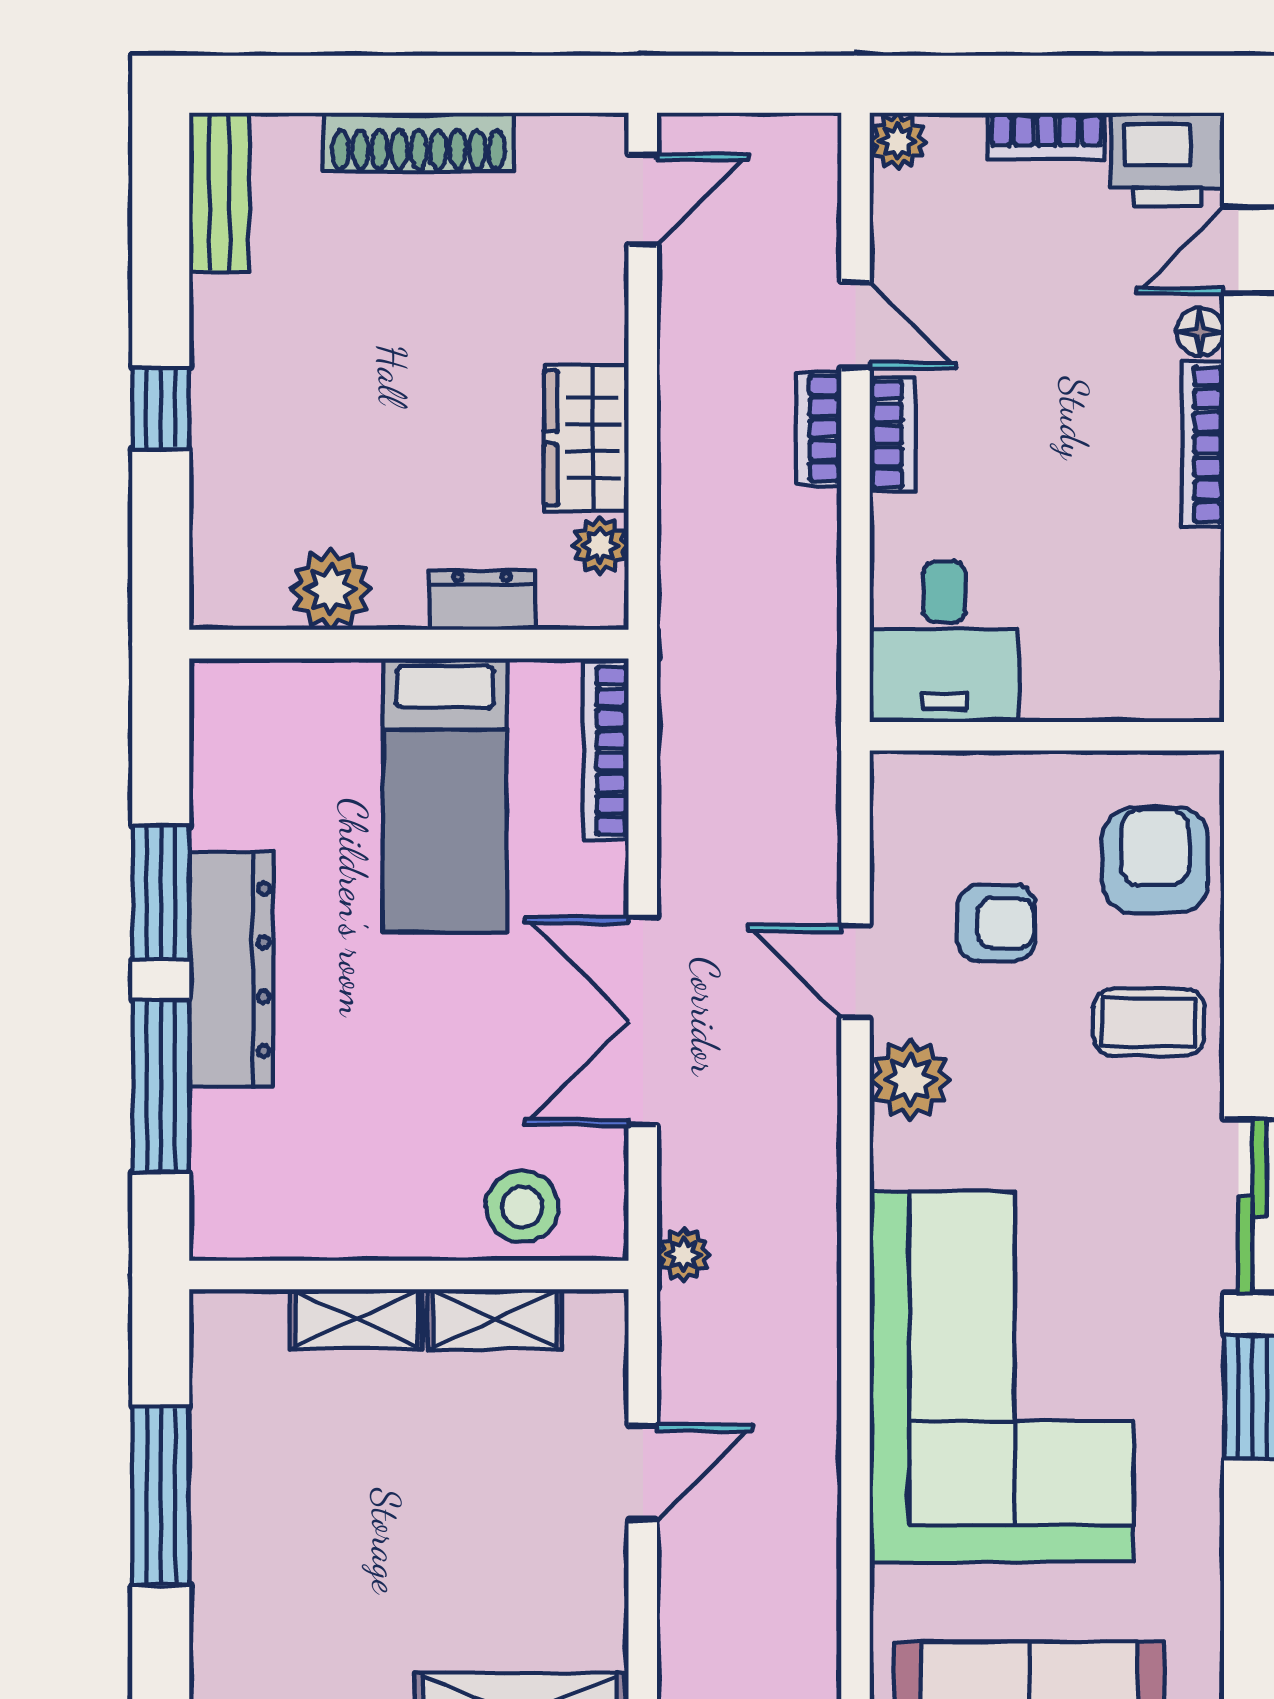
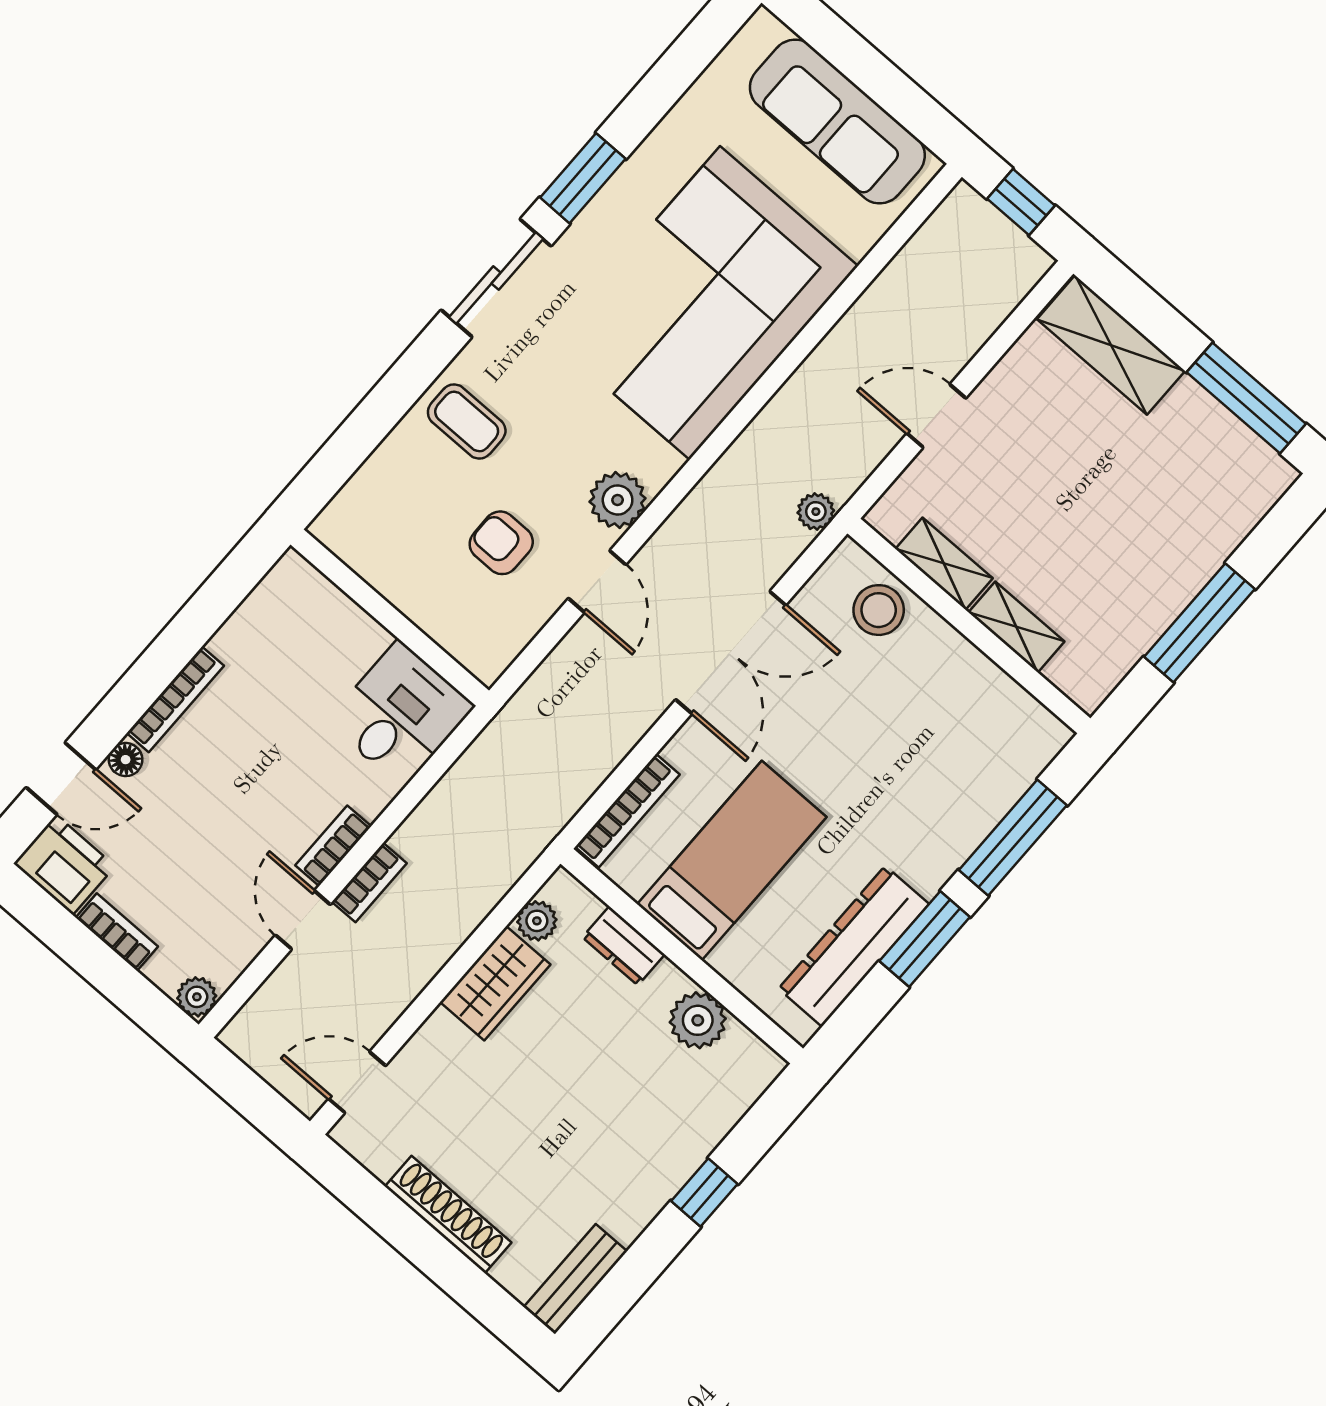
armchair: (1155, 860) -> (389, 504), removed
dresser: (231, 970) -> (854, 946), moved

